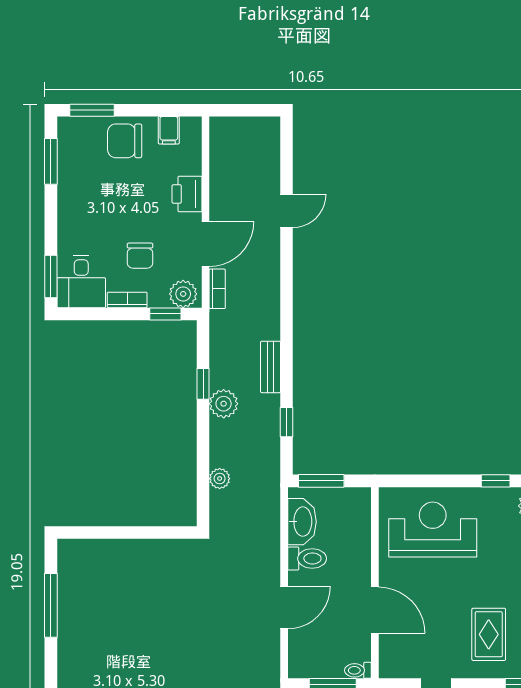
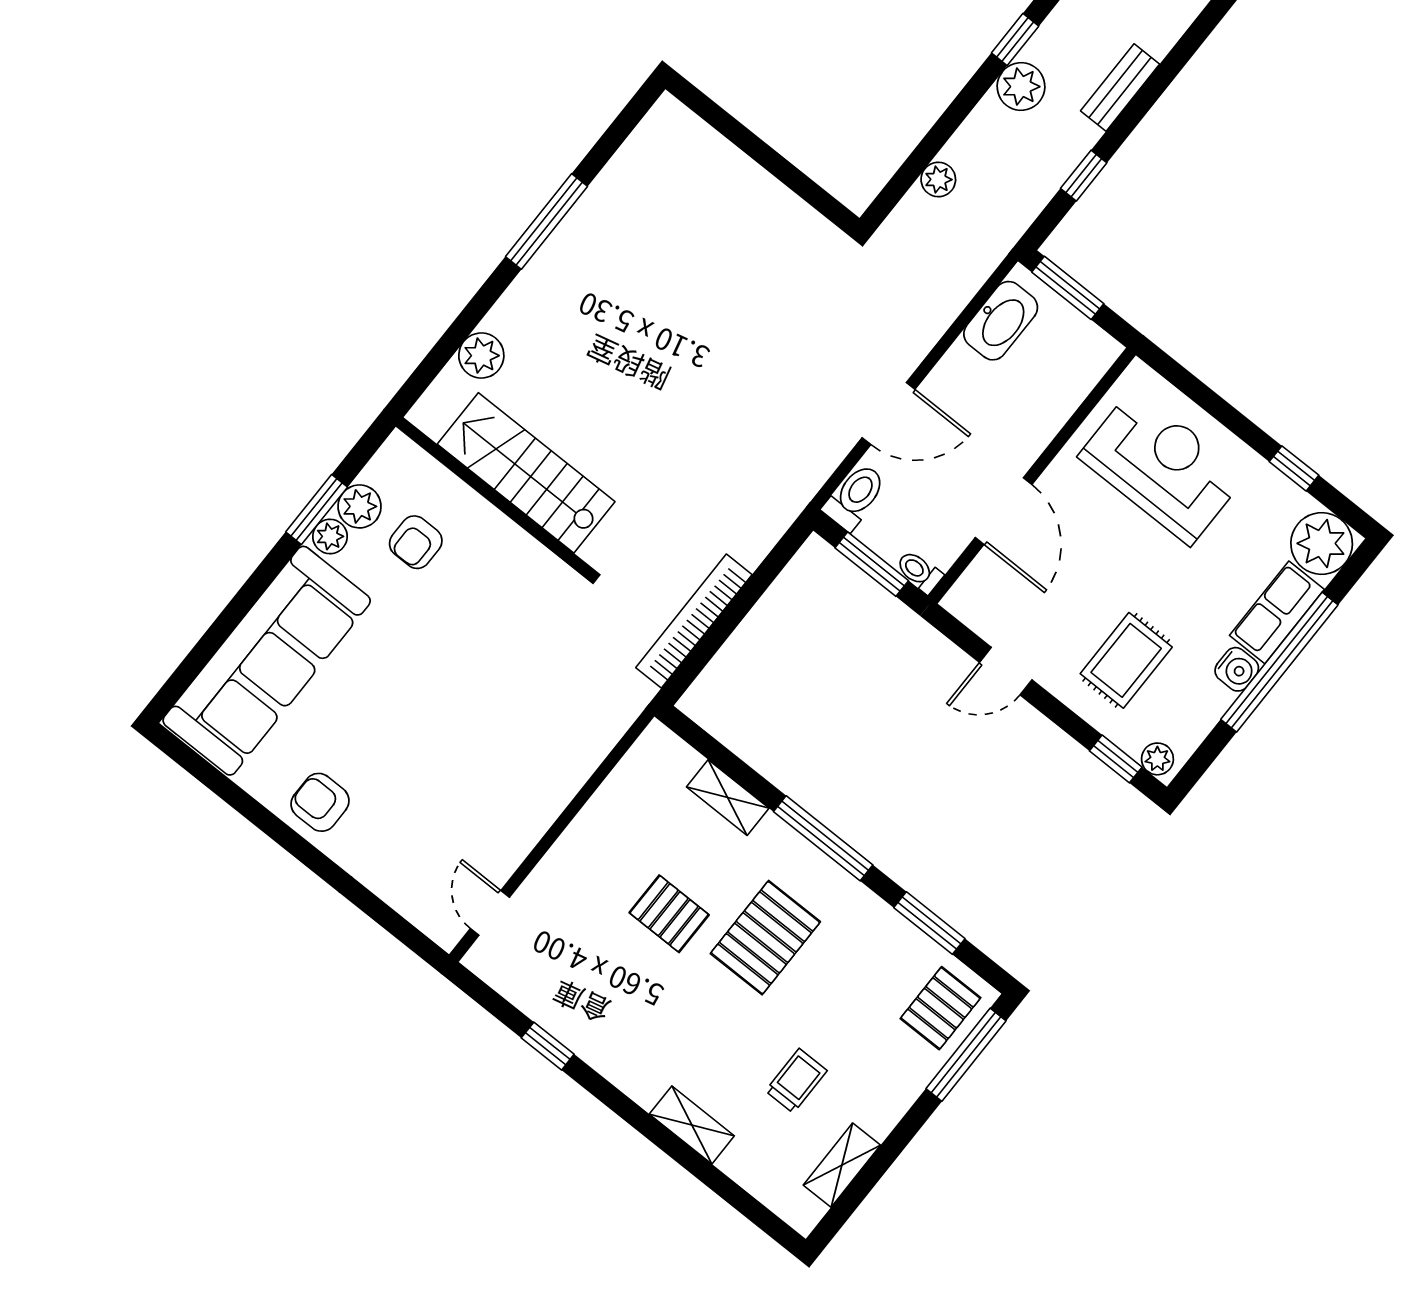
toilet: (307, 558) -> (855, 497), moved, turned -90
window: (51, 605) -> (546, 221), moved

